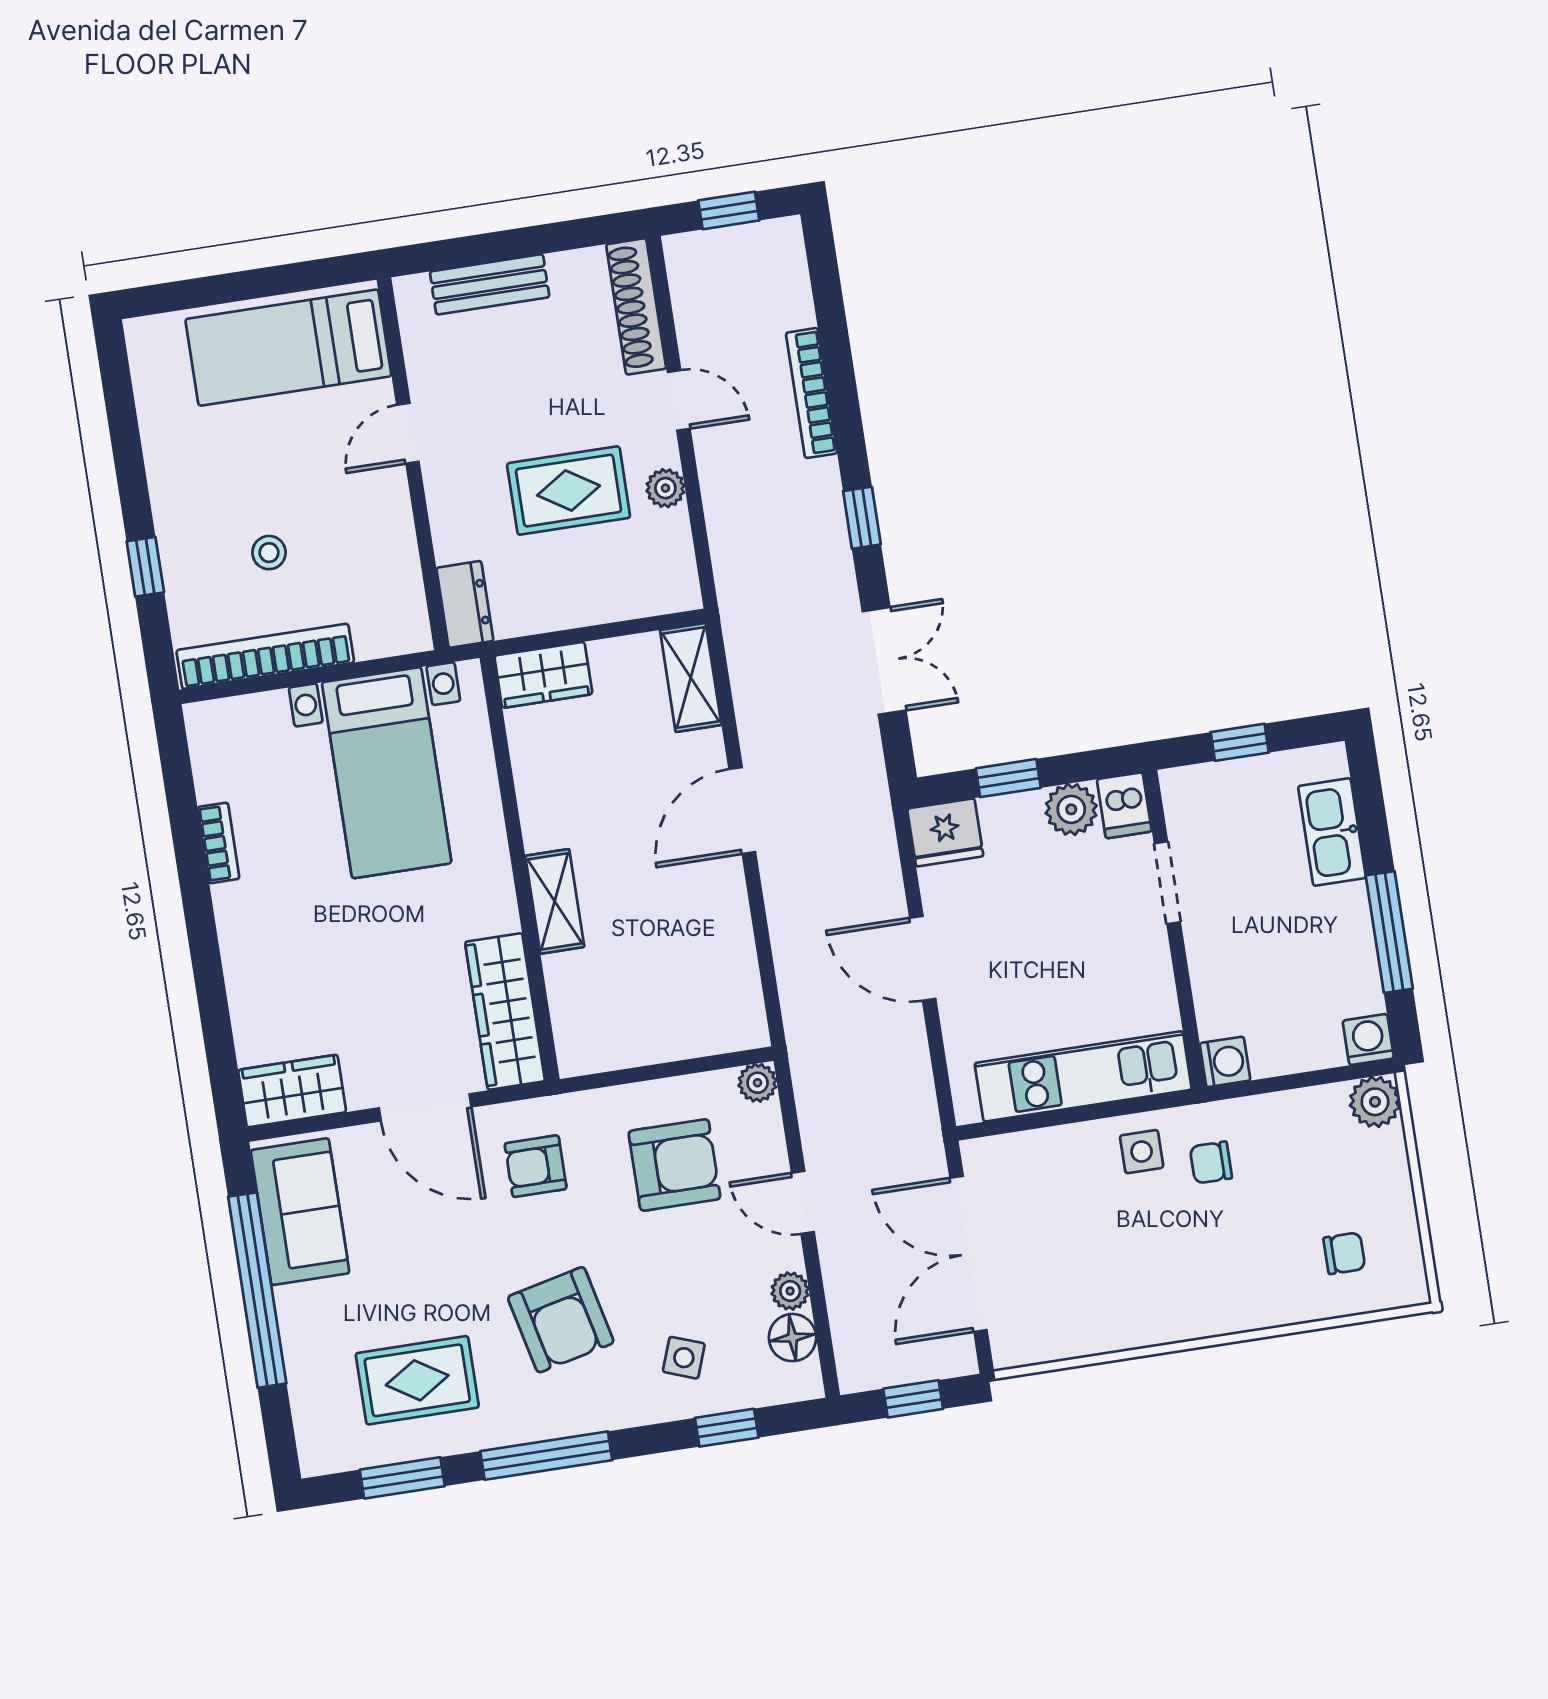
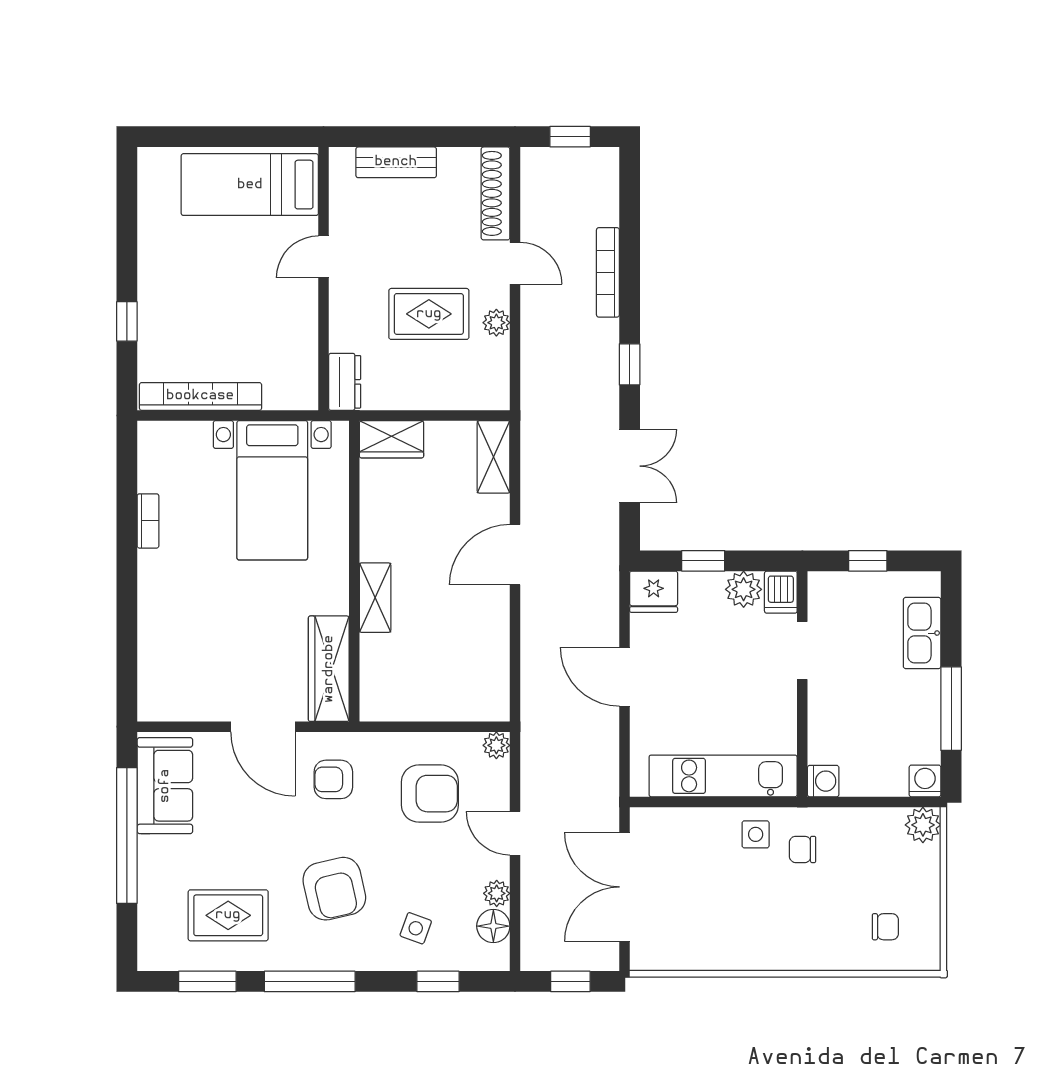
stool: (269, 553) -> (214, 325), removed
wardrobe: (292, 1091) -> (172, 701), removed

